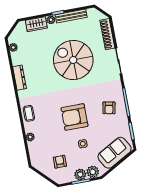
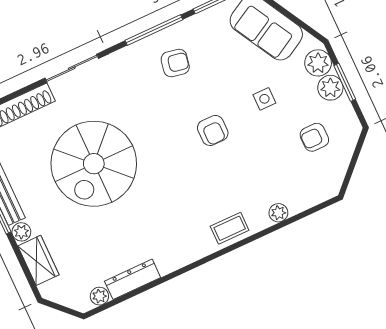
dresser: (20, 78) -> (133, 279), moved
armchair: (75, 117) -> (213, 130), width x0.53, depth x0.53

